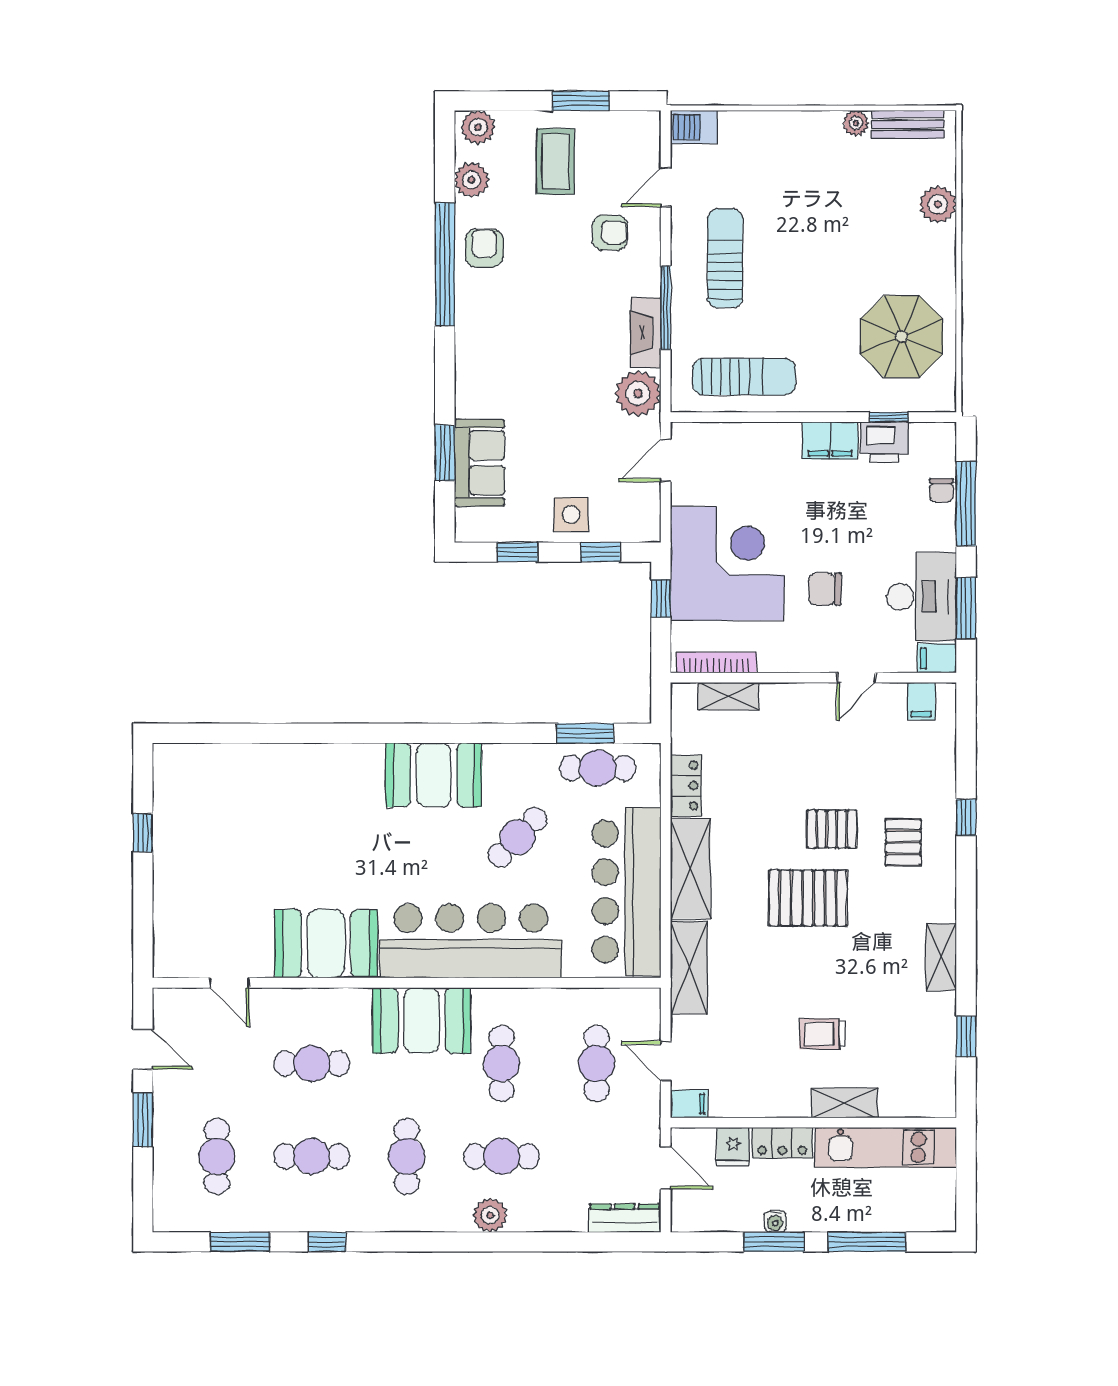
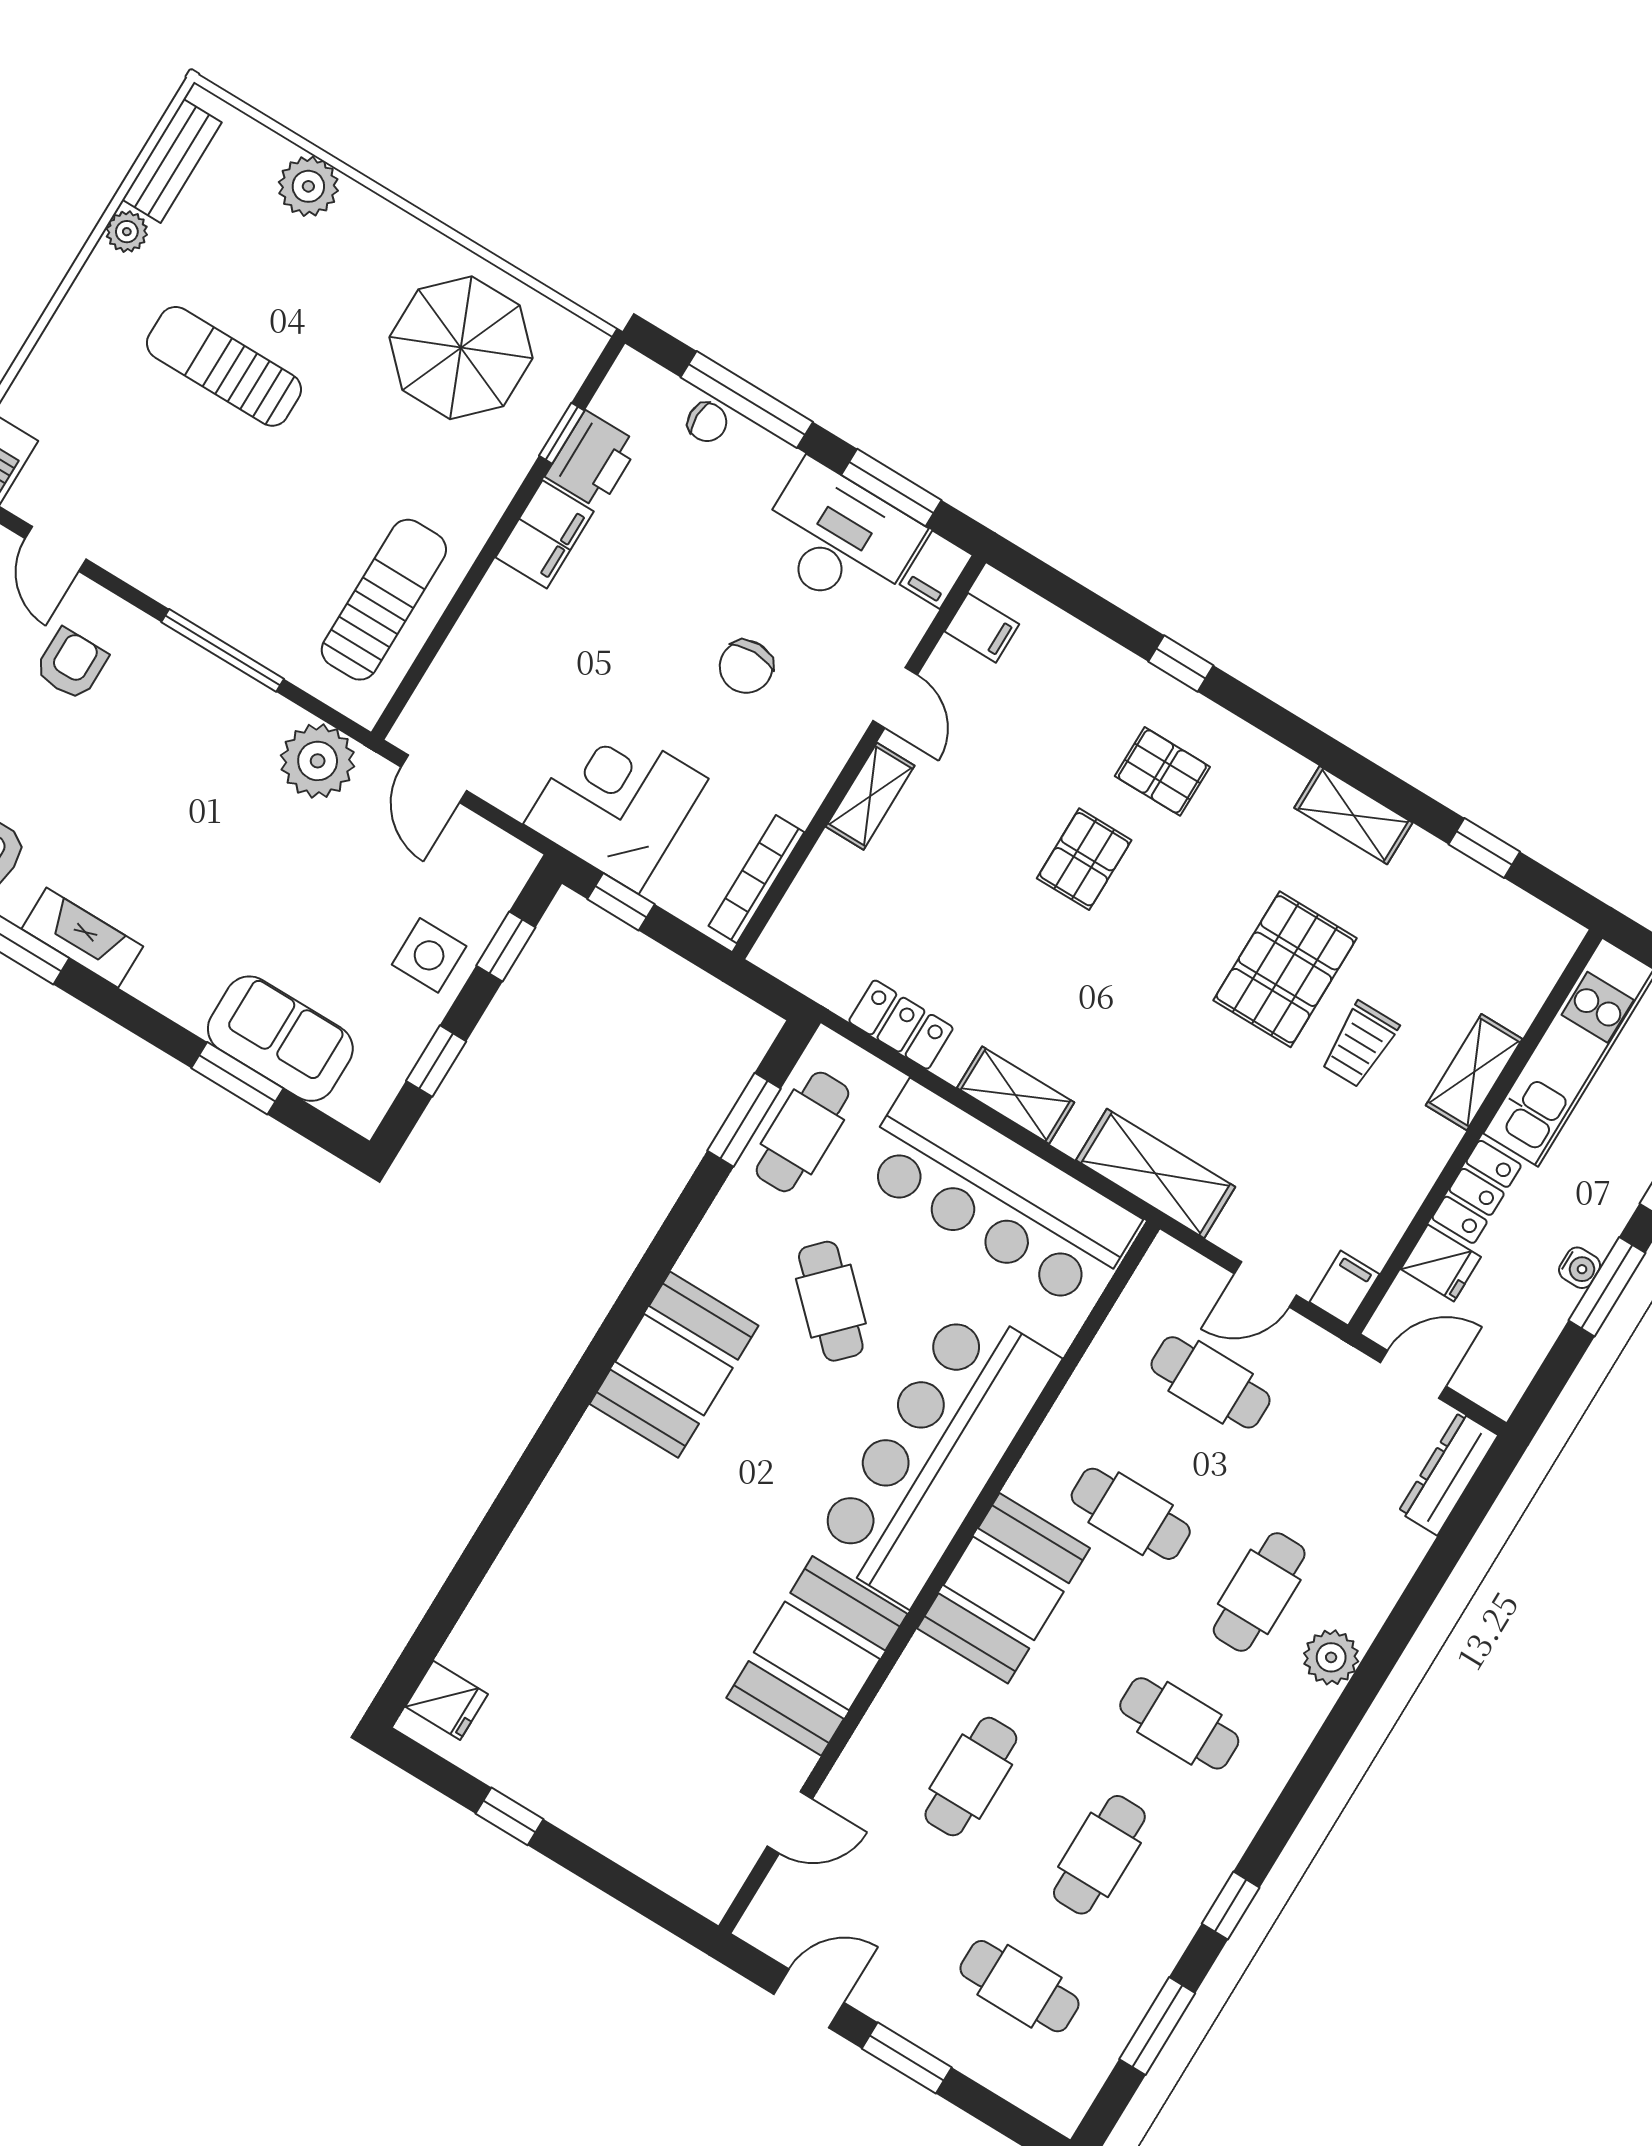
sun lounger: (725, 258) -> (224, 366), moved
fireplace: (646, 333) -> (82, 938), moved, turned 180
corner desk: (727, 564) -> (616, 801), width x0.74, depth x0.74
shelving: (728, 696) -> (870, 796), moved
fridge: (184, 763) -> (447, 1700), added
shelving: (690, 869) -> (1016, 1095), width x0.67, depth x0.75
pallet: (808, 898) -> (1285, 969), moved

